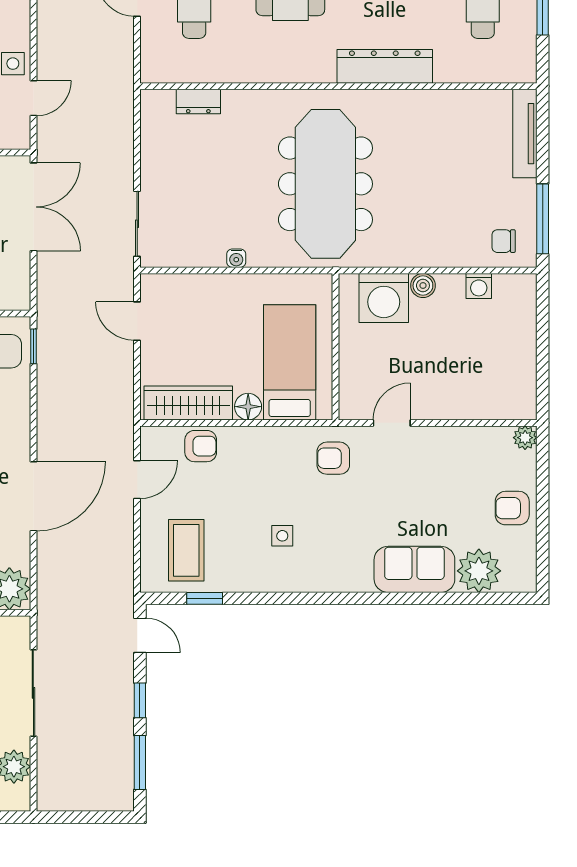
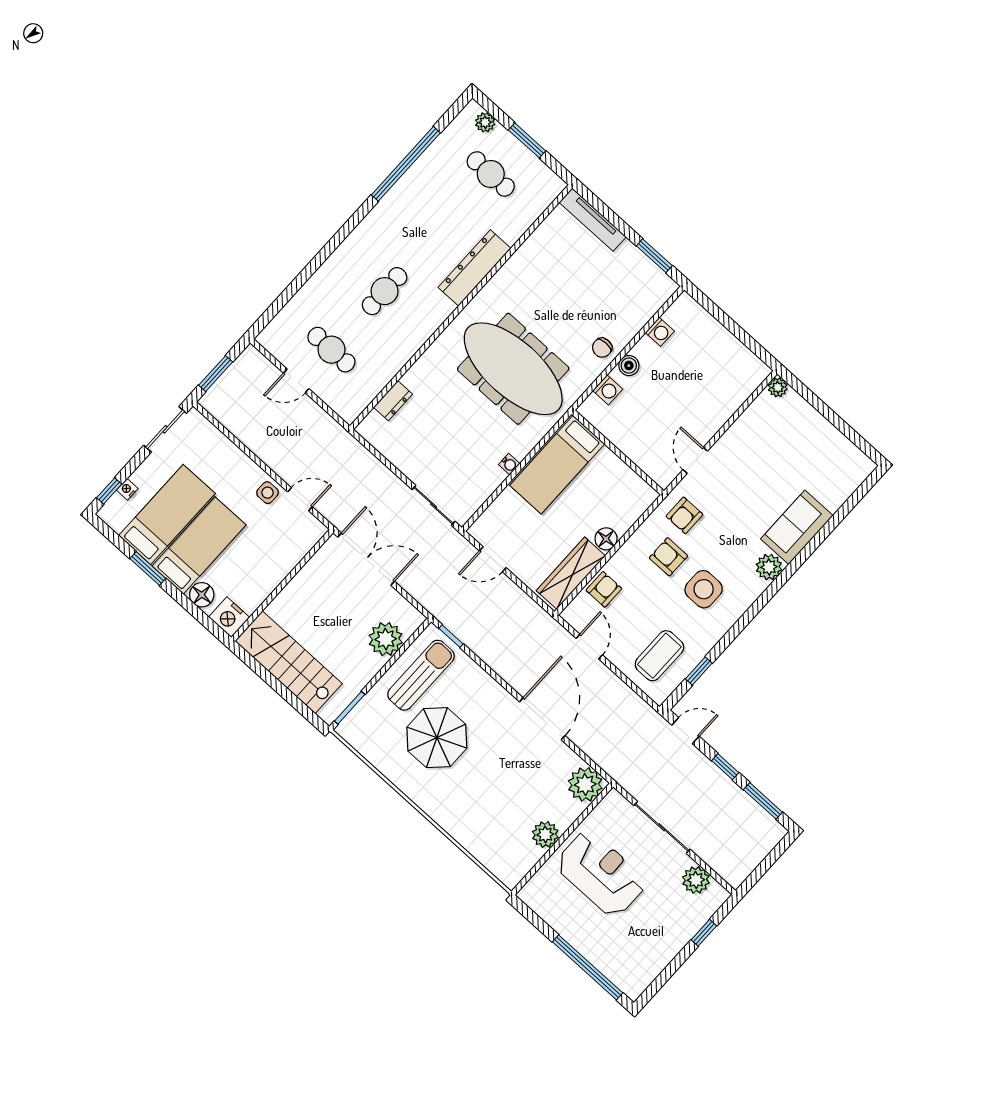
door: (33, 98) -> (300, 499), hinge flipped
window: (543, 219) -> (654, 256), width x0.69
chair: (504, 241) -> (602, 348), moved
washing machine: (384, 298) -> (608, 390), width x0.53, depth x0.53
bed: (290, 362) -> (557, 465), moved, turned -90
armchair: (512, 508) -> (668, 557), moved, turned 90
side table: (282, 536) -> (704, 589), width x1.87, depth x1.87
coffee table: (186, 550) -> (659, 656), turned 90
plant: (479, 571) -> (769, 567), moved, width x0.73, depth x0.73

